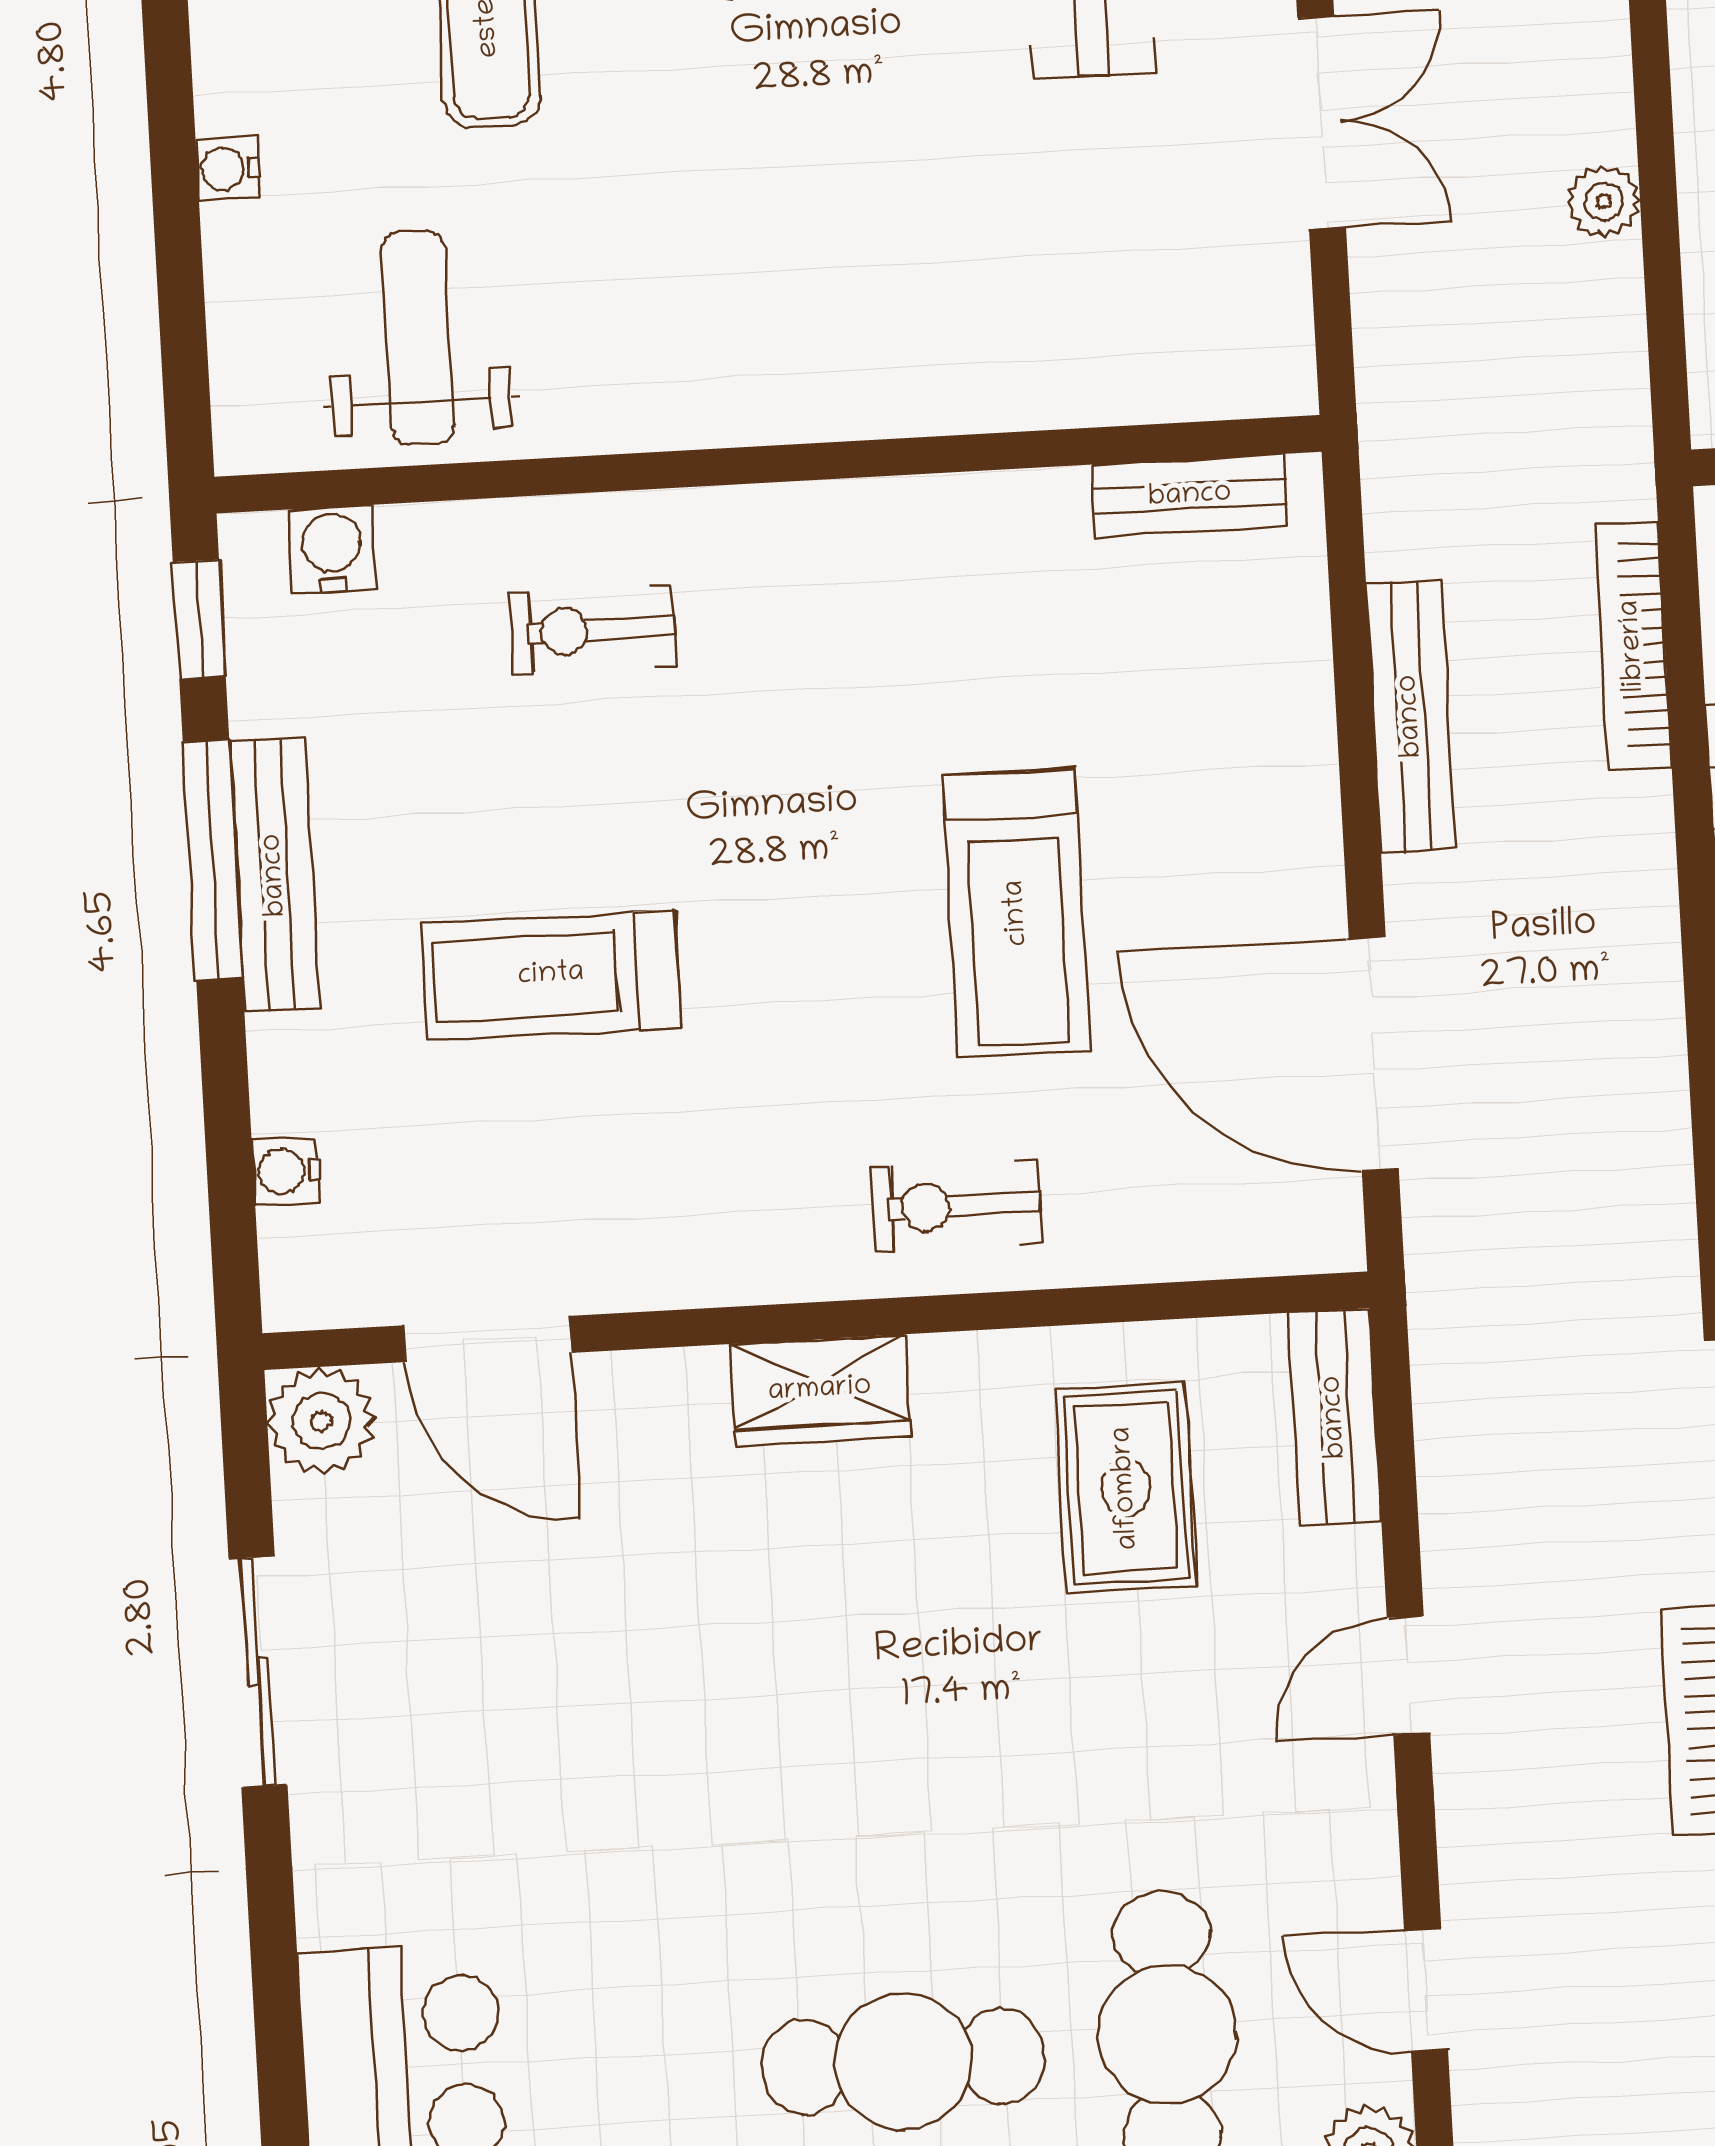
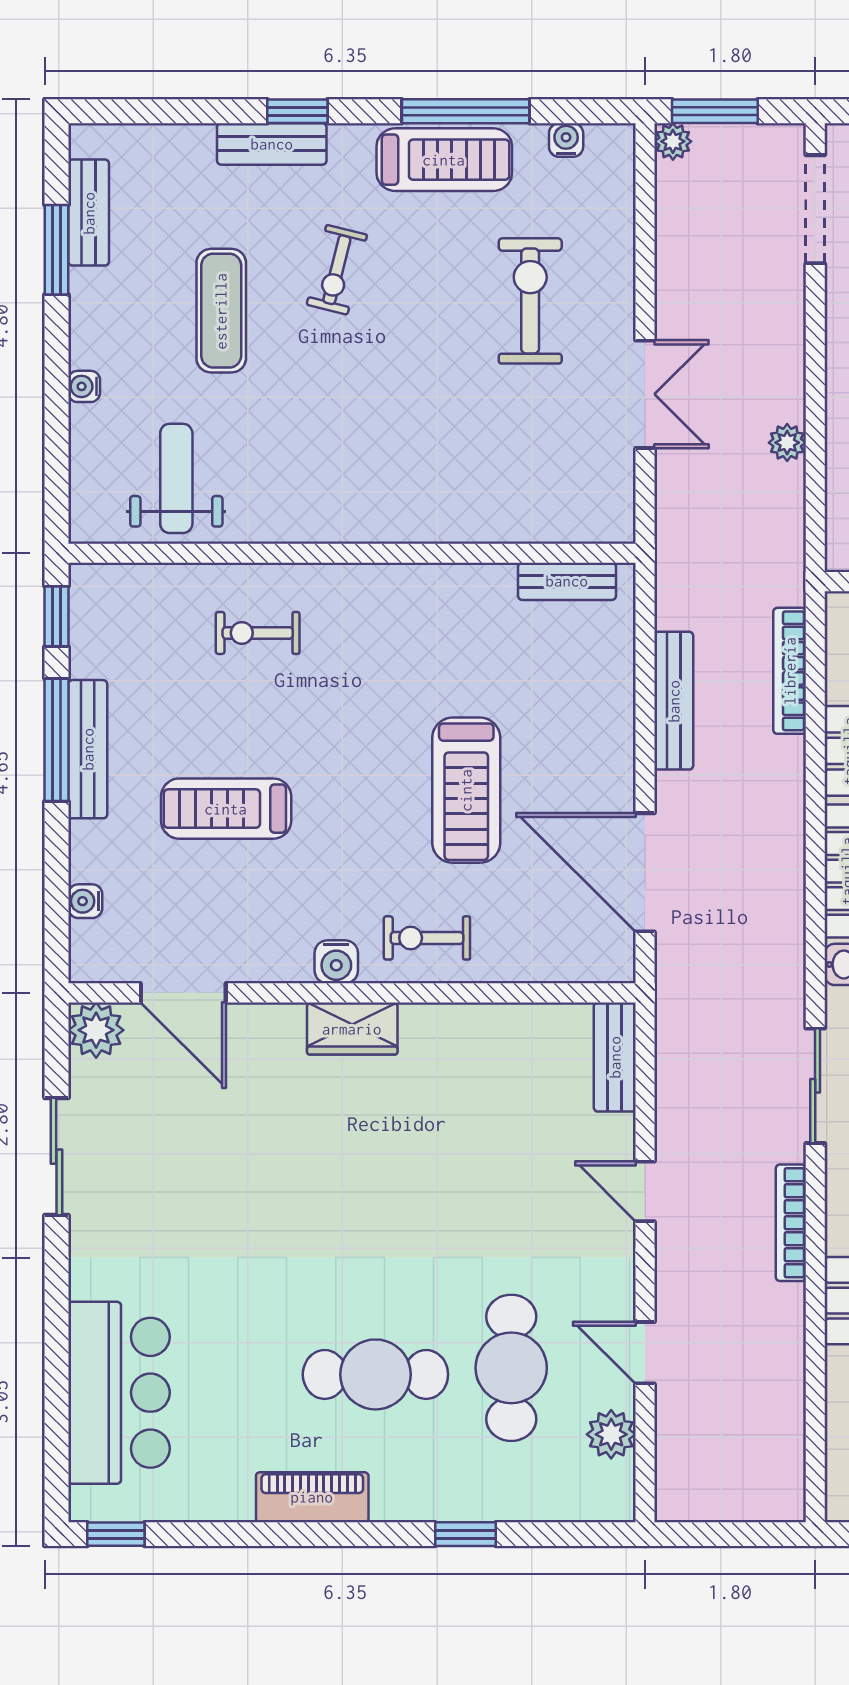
water cooler: (332, 549) -> (336, 962), moved, turned 180
rug: (1126, 1488) -> (506, 1087), removed
door: (1408, 1676) -> (645, 1191), hinge flipped

